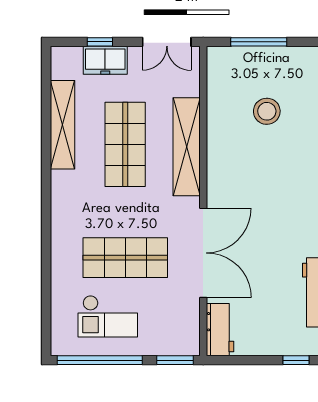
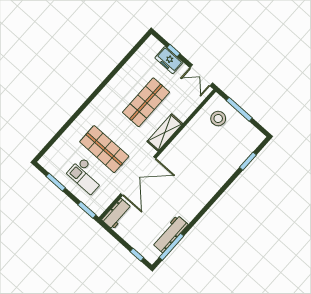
stool: (267, 111) -> (218, 118), moved
shelving: (62, 125) -> (127, 71), removed
shelving: (187, 147) -> (165, 132), width x0.68
checkout: (108, 316) -> (86, 176), moved
window: (100, 360) -> (56, 182), width x0.47

